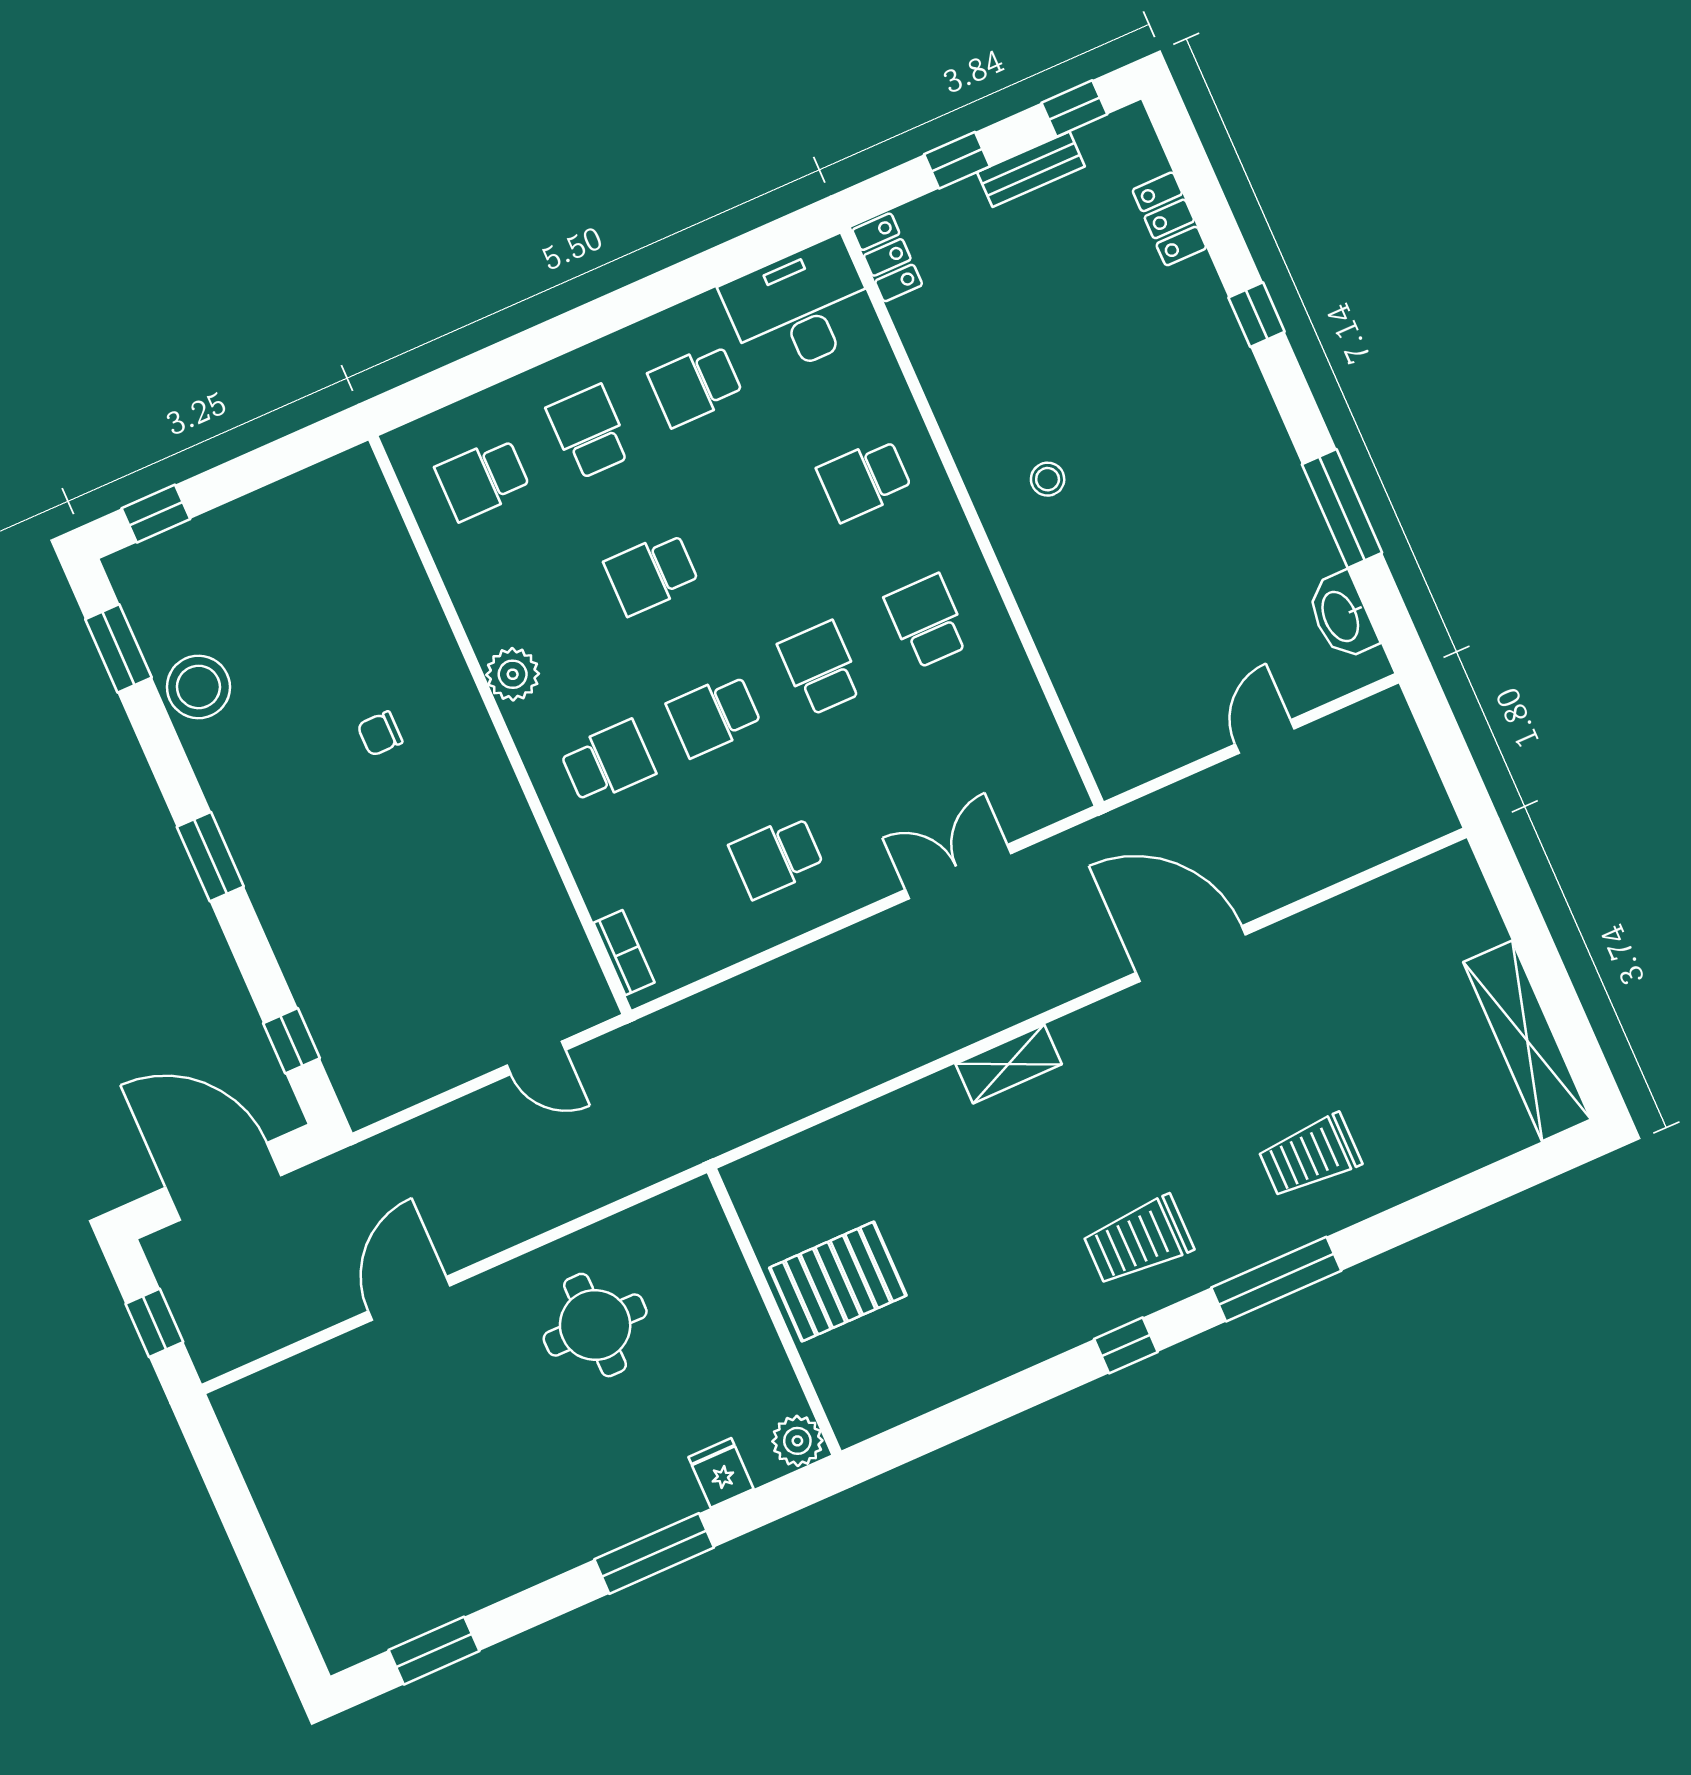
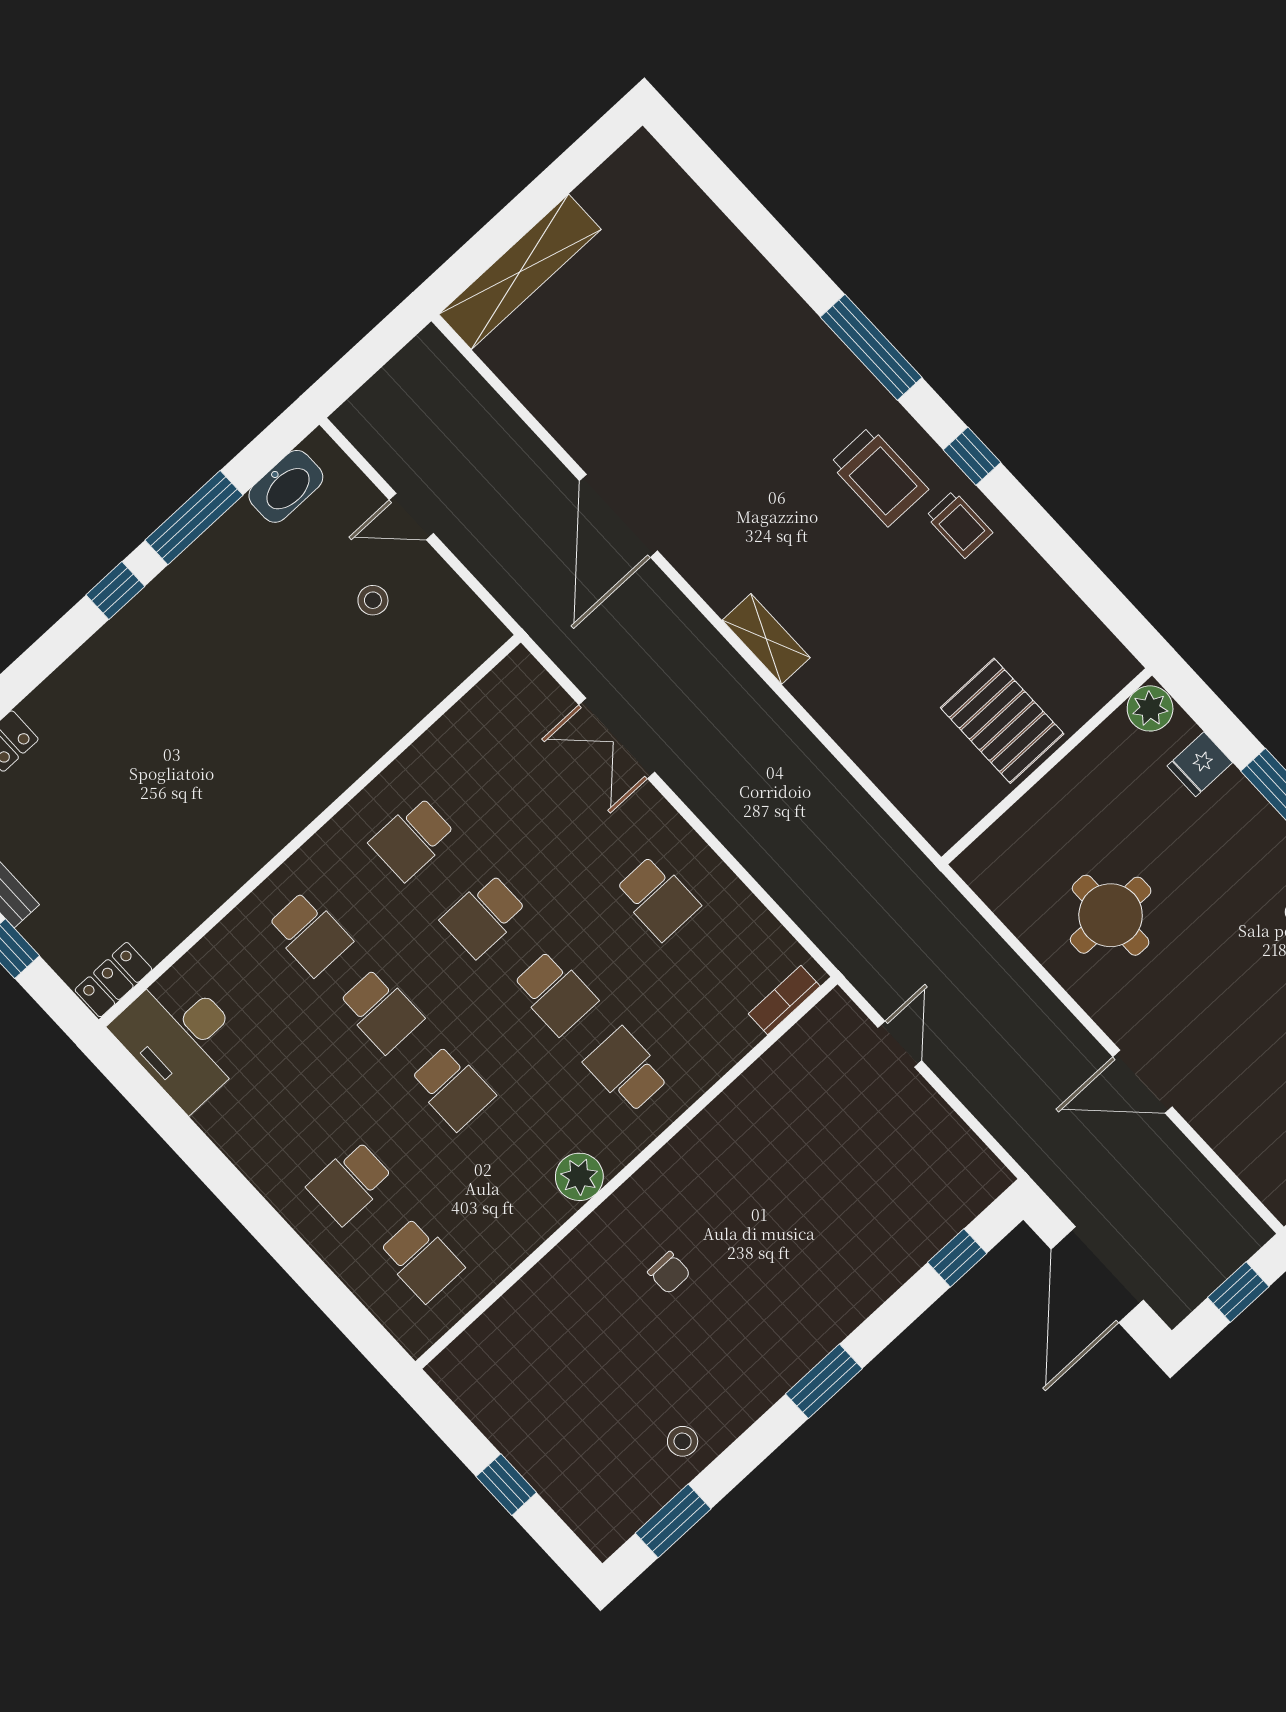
window: (1257, 315) -> (115, 591), moved
school desk: (696, 385) -> (381, 1011), moved
stool: (1048, 479) -> (373, 600), moved
window: (156, 514) -> (506, 1485), moved
stool: (198, 687) -> (683, 1441), width x0.53, depth x0.53
shelving: (1527, 1041) -> (520, 272), moved
trolley: (1310, 1156) -> (959, 524), moved, width x0.73, depth x0.72

